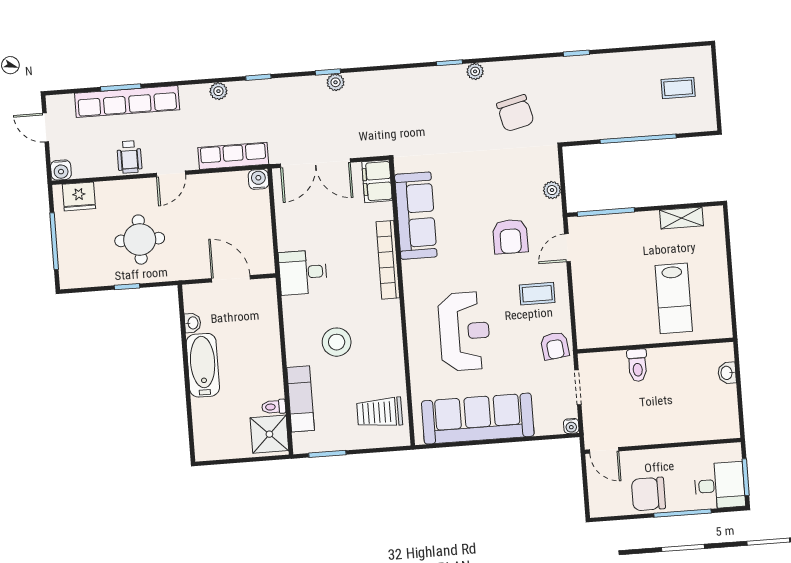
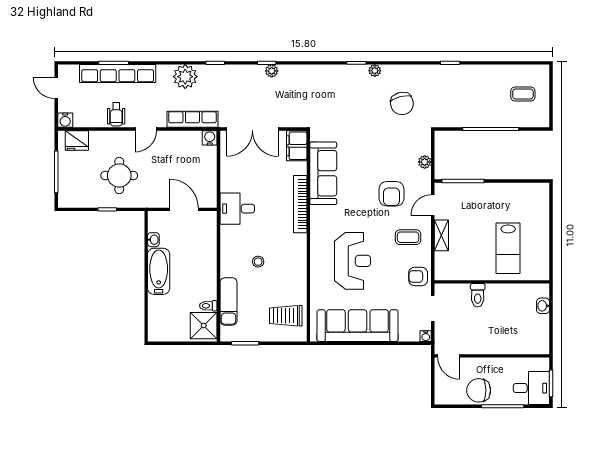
plant: (218, 91) -> (185, 77), width x1.87, depth x1.87
shelving: (681, 218) -> (441, 235), moved, turned 90
stool: (337, 342) -> (258, 262), width x0.53, depth x0.53
armchair: (555, 346) -> (418, 276), turned 97

